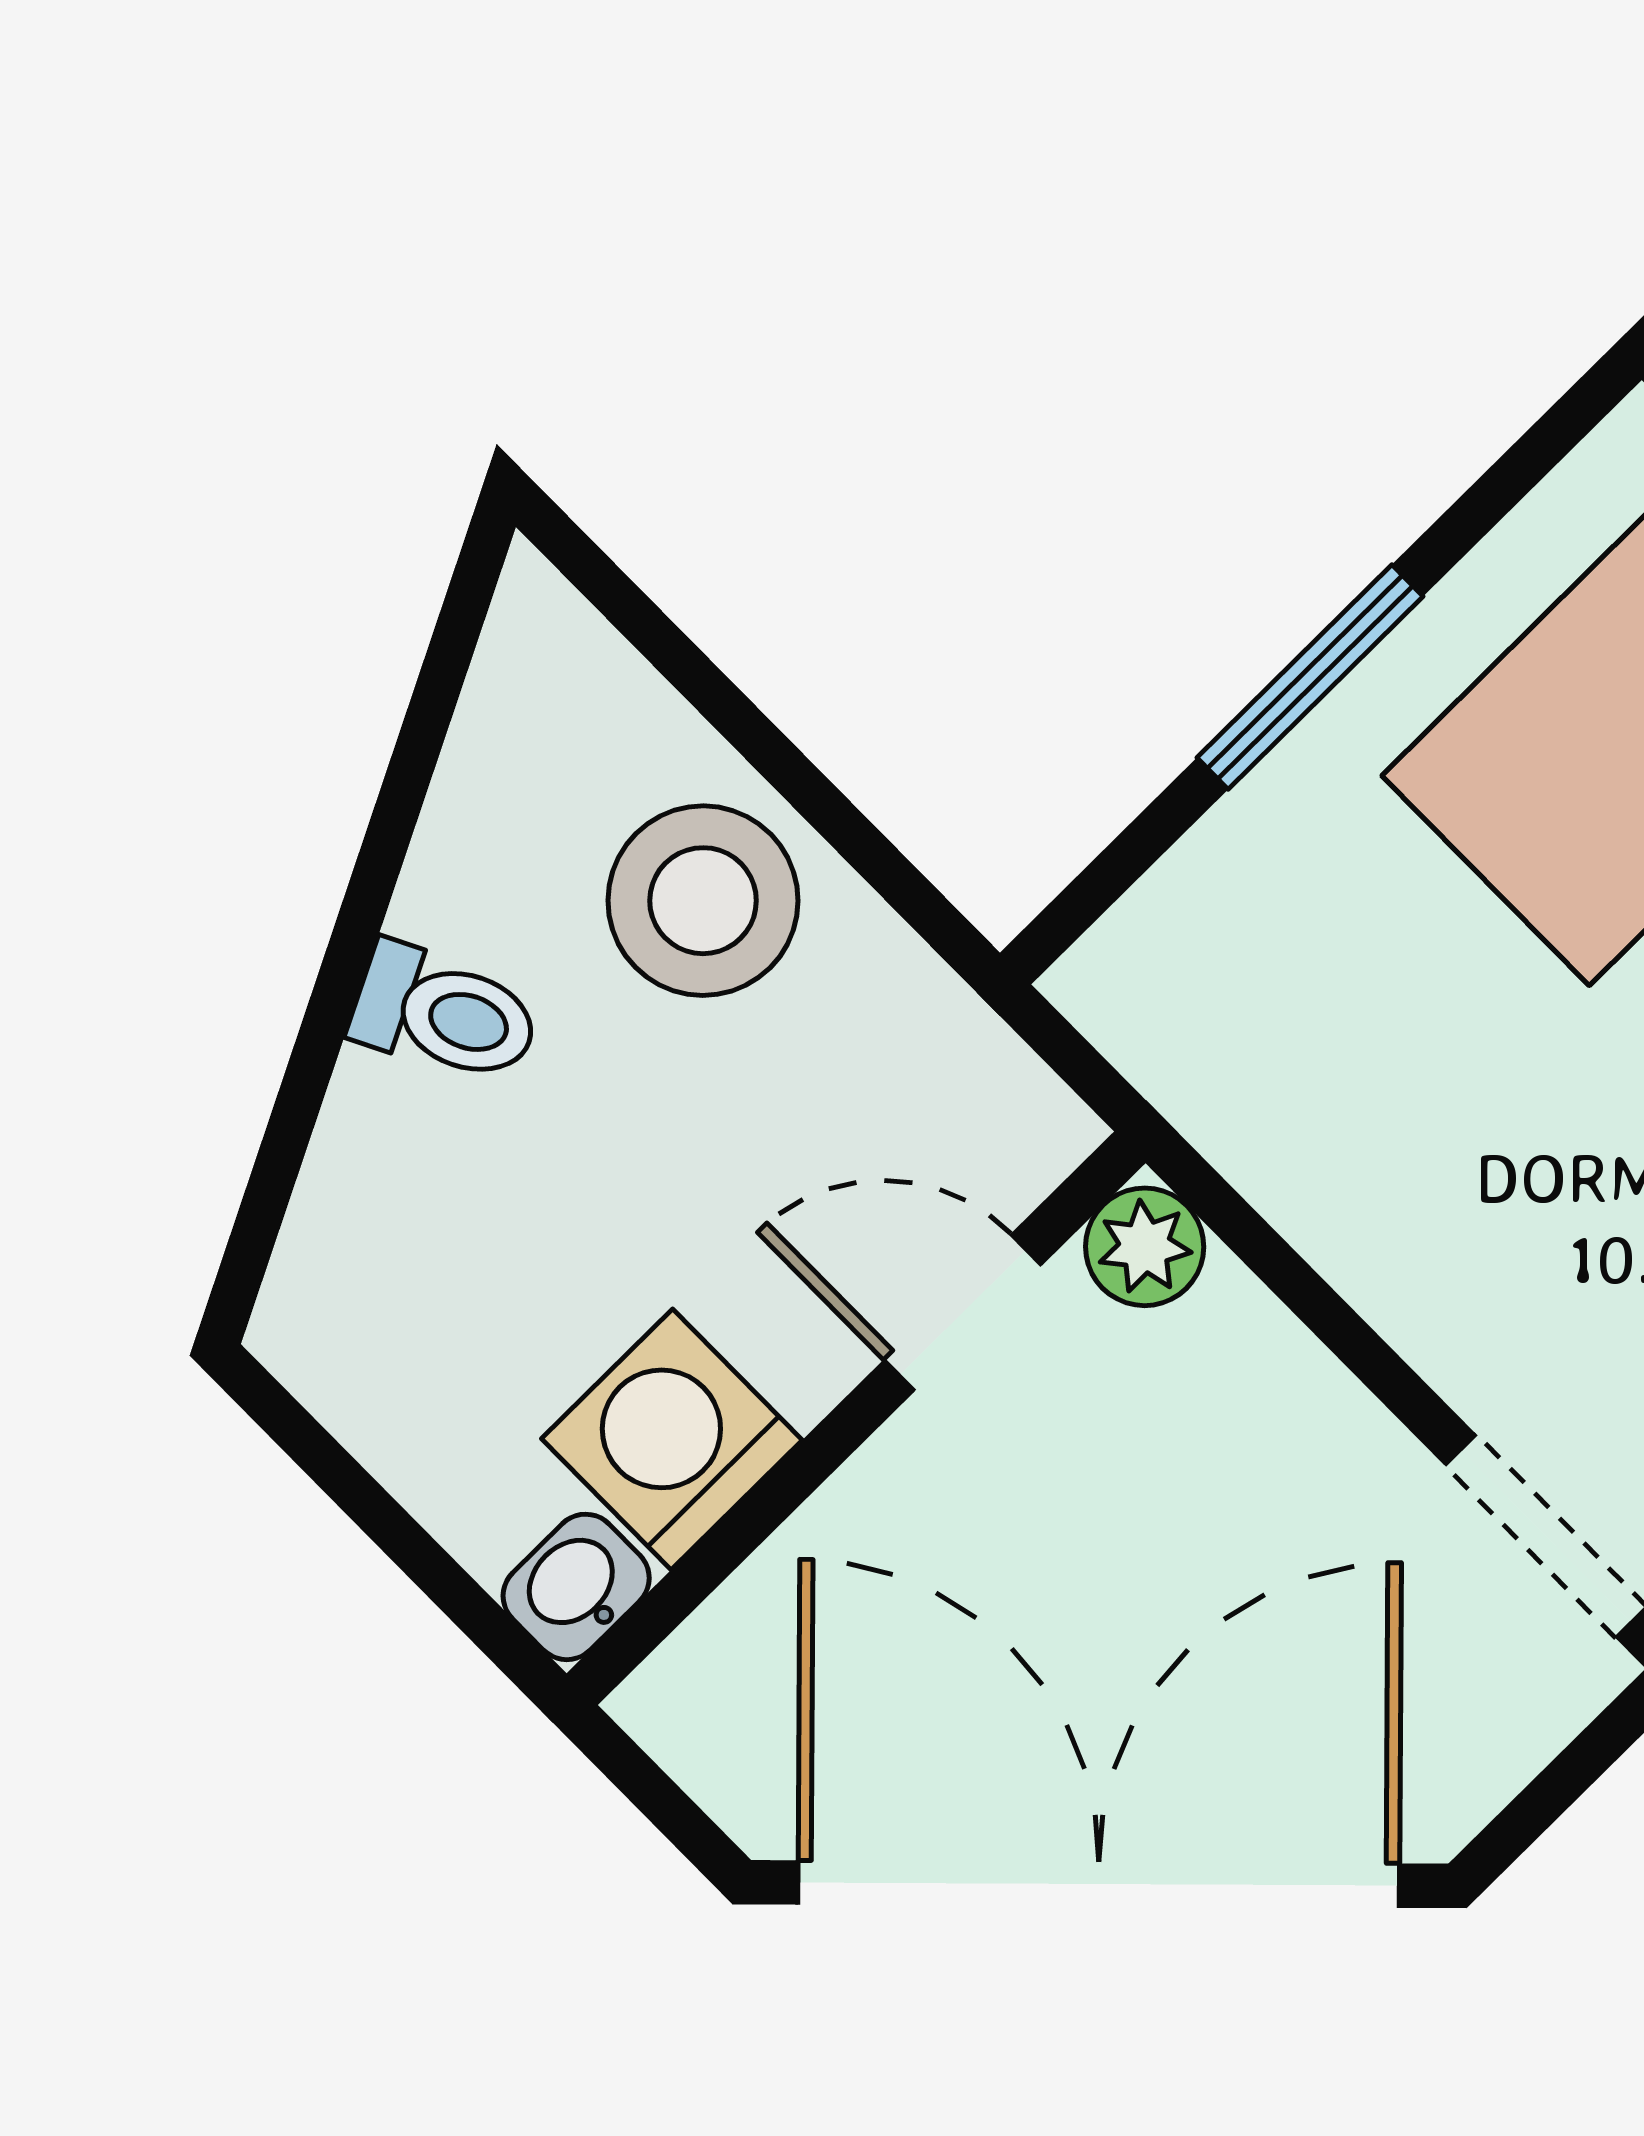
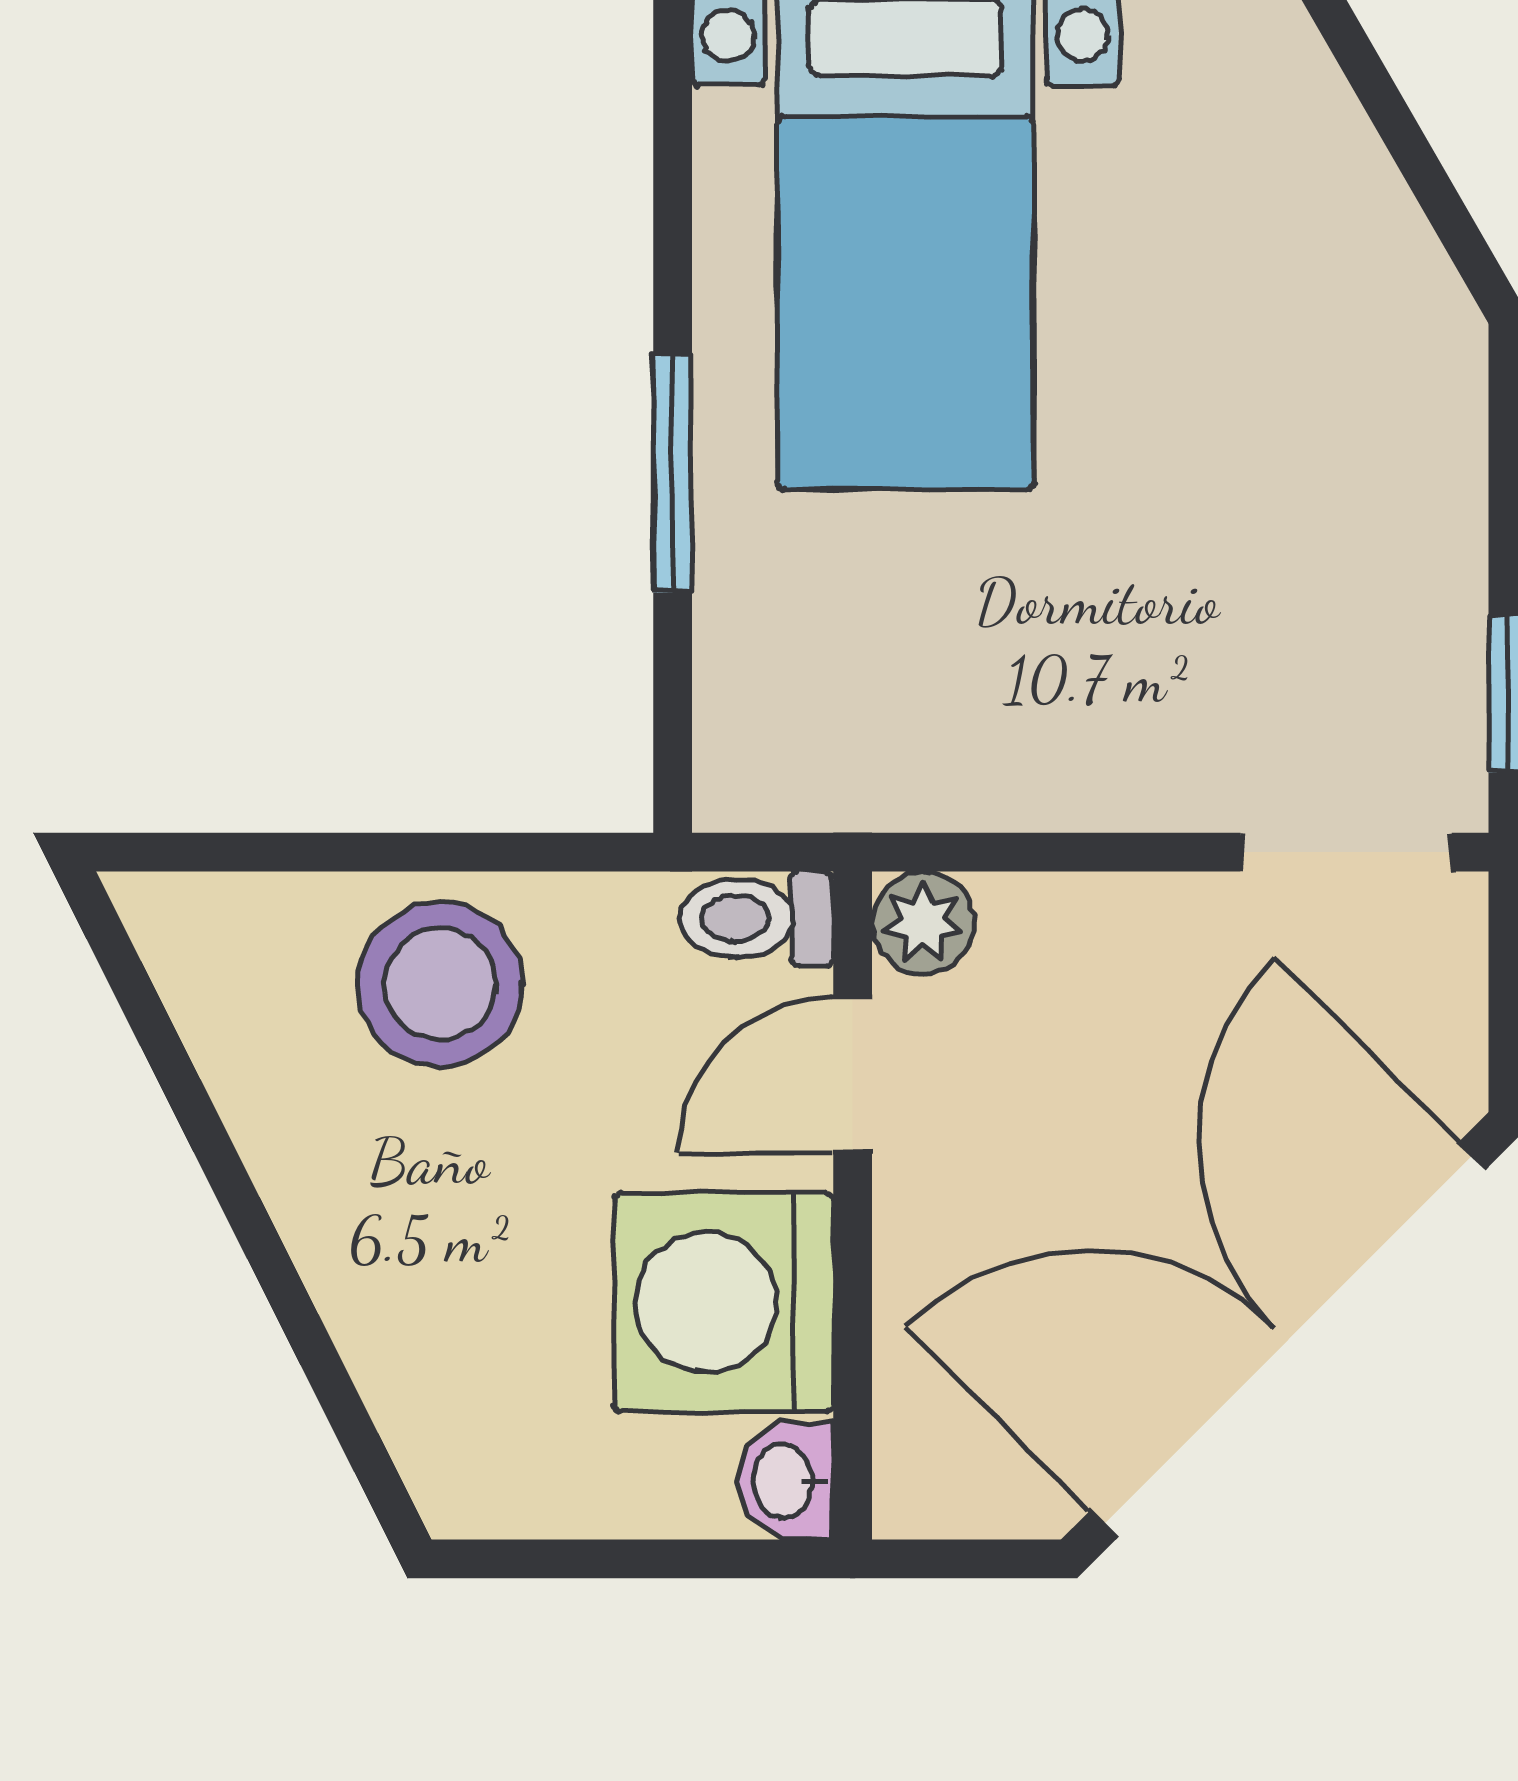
toilet: (445, 1014) -> (757, 918), moved, turned -153
washing machine: (672, 1439) -> (724, 1302), width x1.37, depth x1.37

